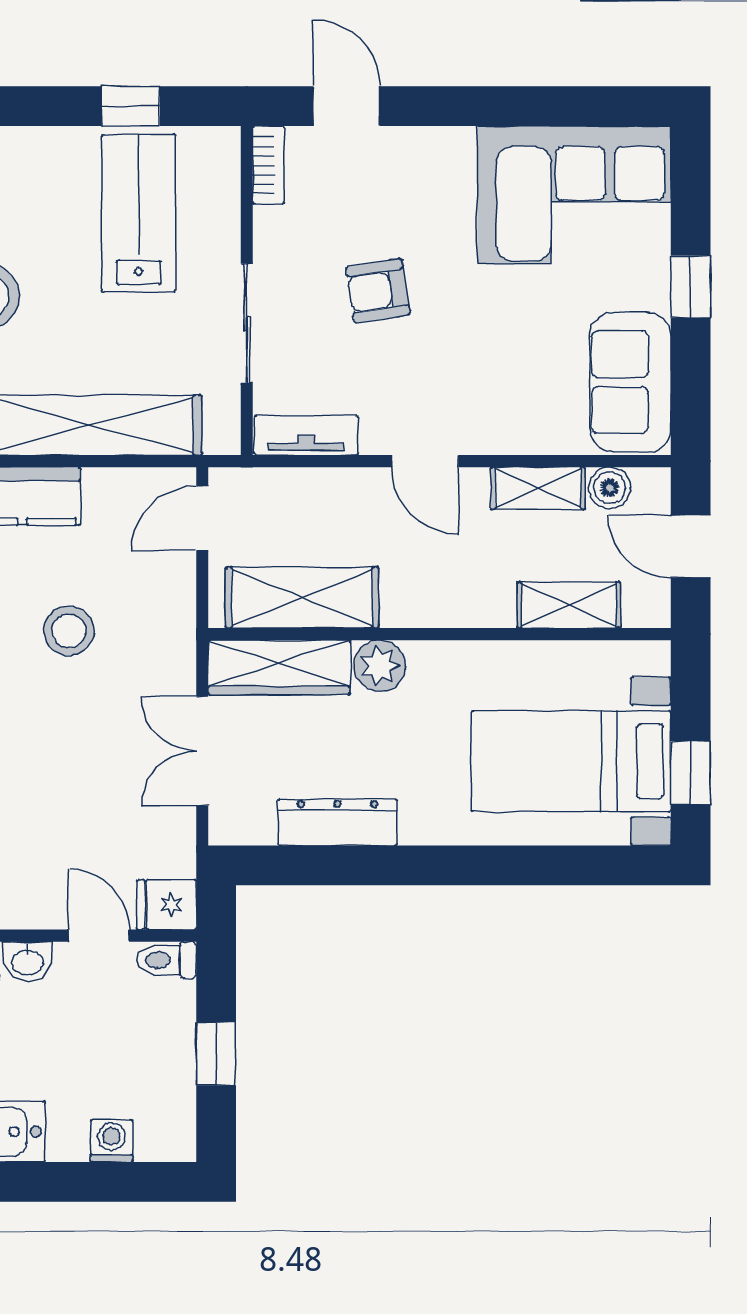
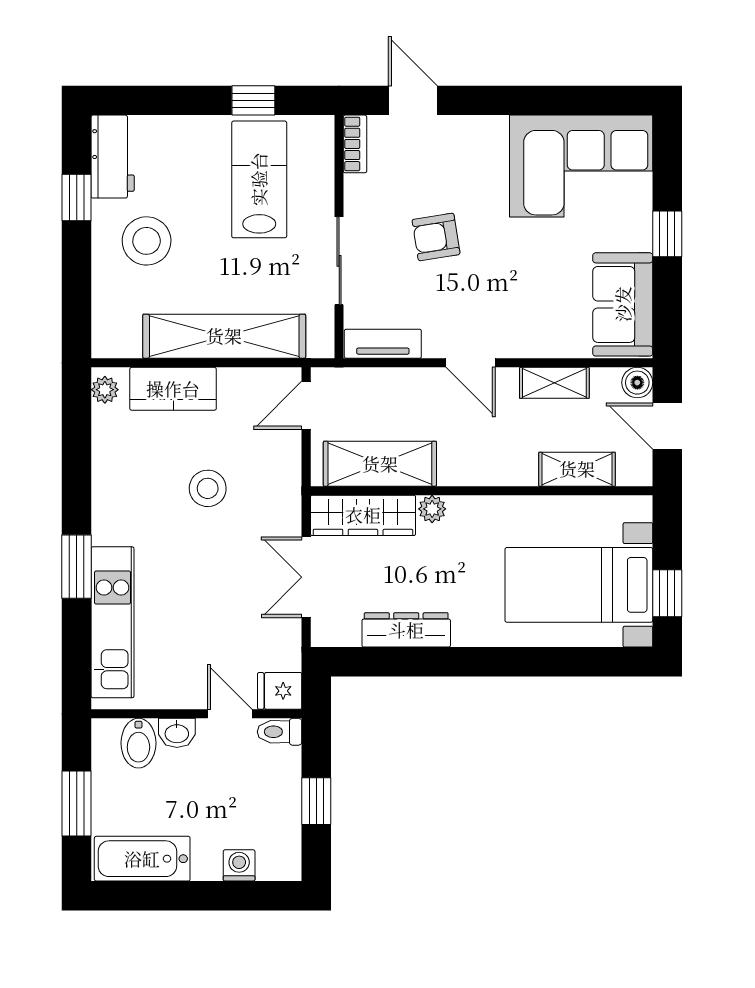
boiler: (610, 488) -> (637, 383), moved
plant: (380, 666) -> (432, 509), width x0.73, depth x0.73

